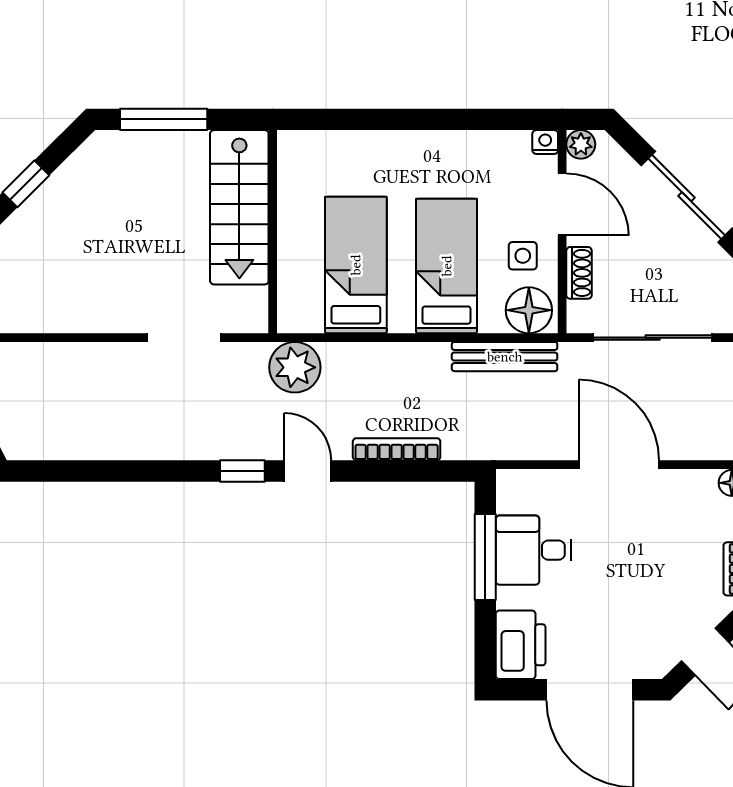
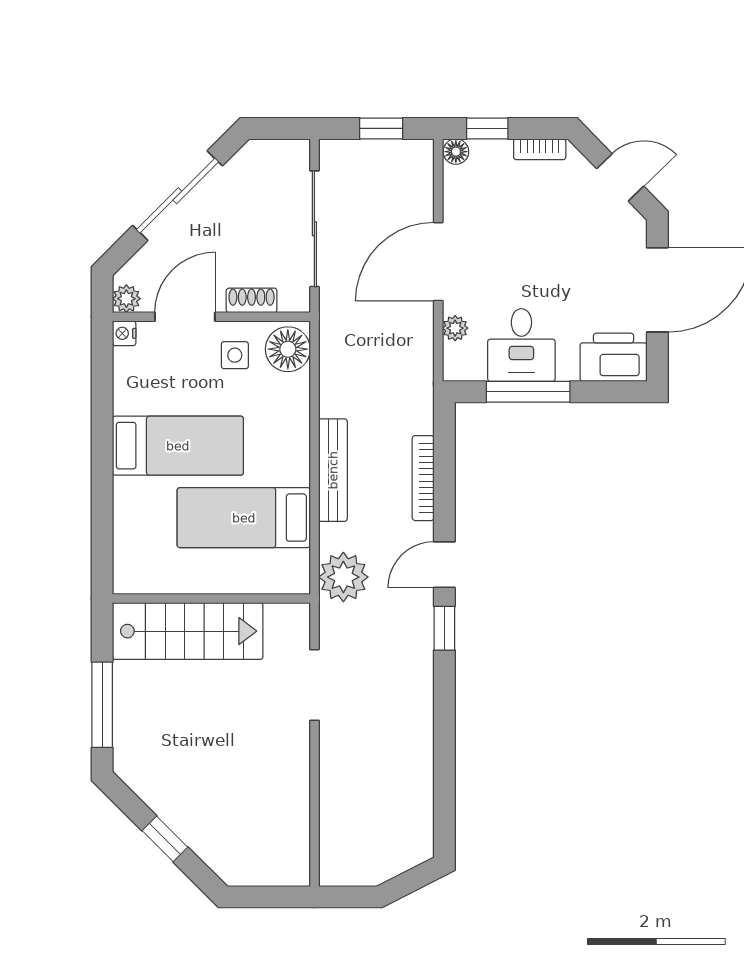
bed: (447, 266) -> (178, 446), moved, turned 180
bench: (505, 357) -> (333, 470), moved
plant: (550, 482) -> (455, 328), added

